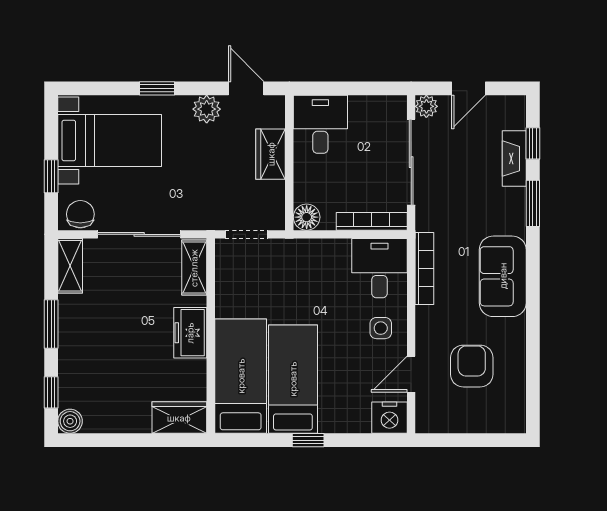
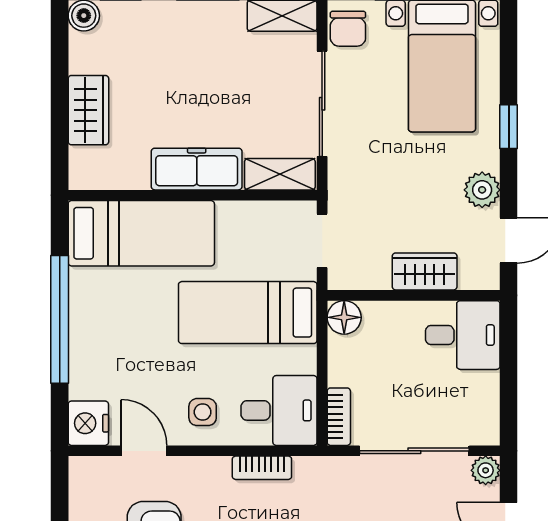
chair: (80, 214) -> (348, 29), turned 90
bookcase: (372, 221) -> (339, 417), width x0.64
bookcase: (424, 269) -> (262, 468), width x0.64
freezer: (190, 333) -> (197, 169), width x1.40
bed: (293, 379) -> (248, 313), moved, turned 180
wardrobe: (179, 418) -> (88, 110), moved
window: (308, 440) -> (60, 319), width x3.17

